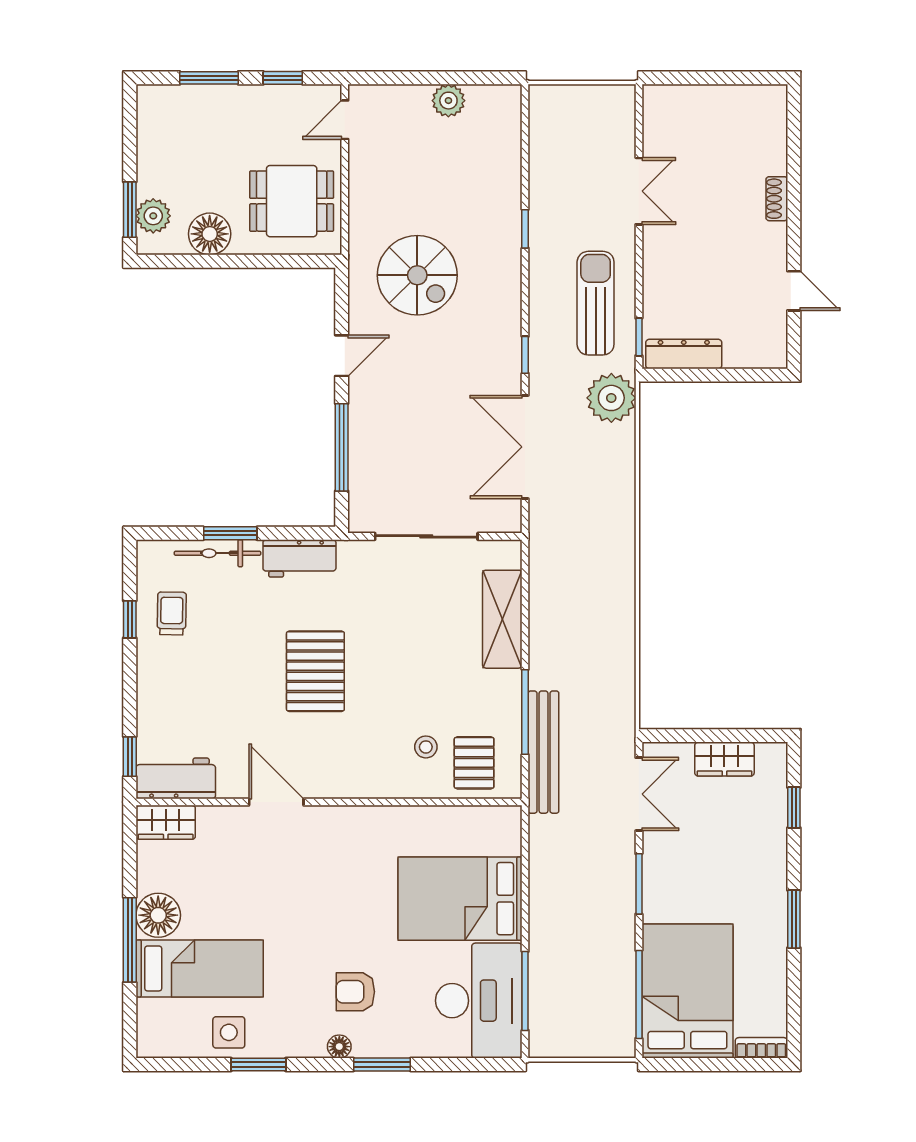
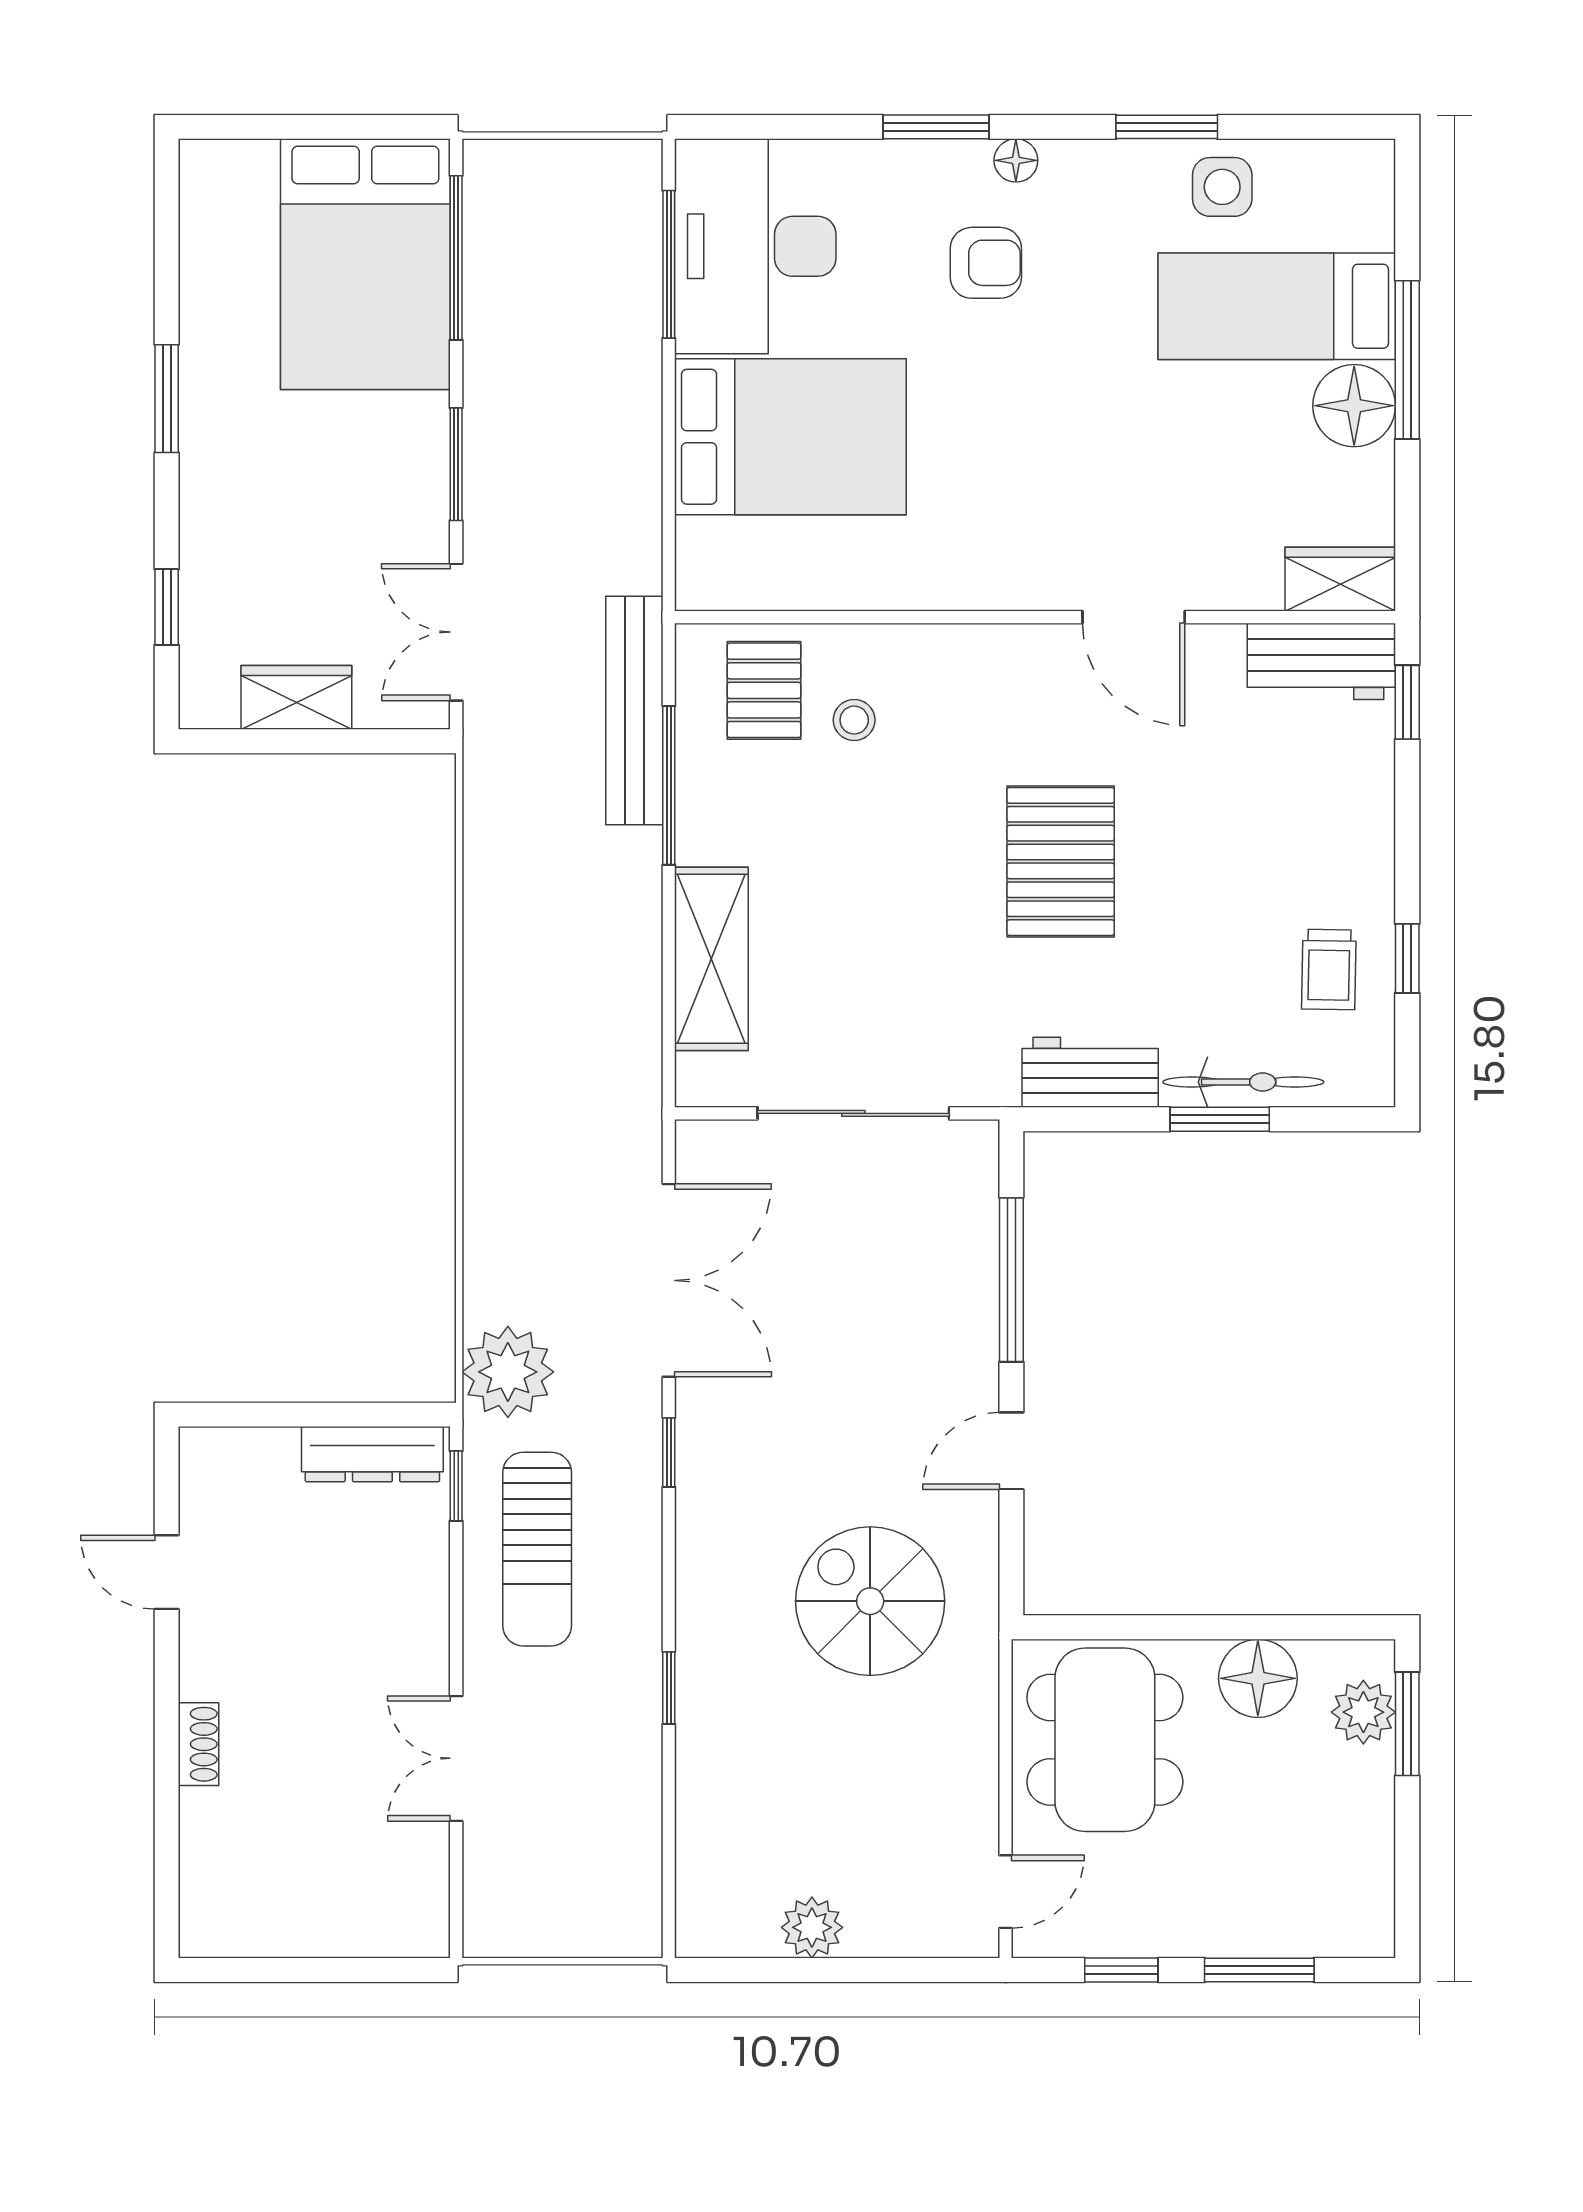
dining table: (292, 201) -> (1105, 1740), width x1.38
bookcase: (761, 1048) -> (228, 158), removed

